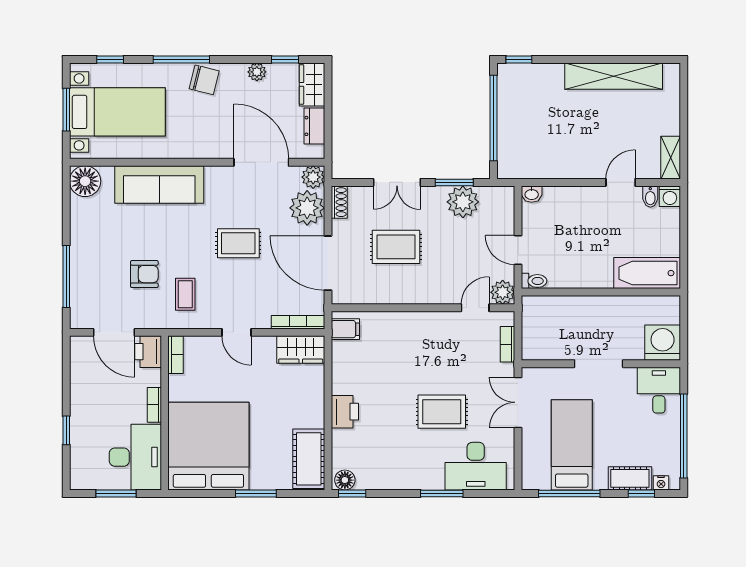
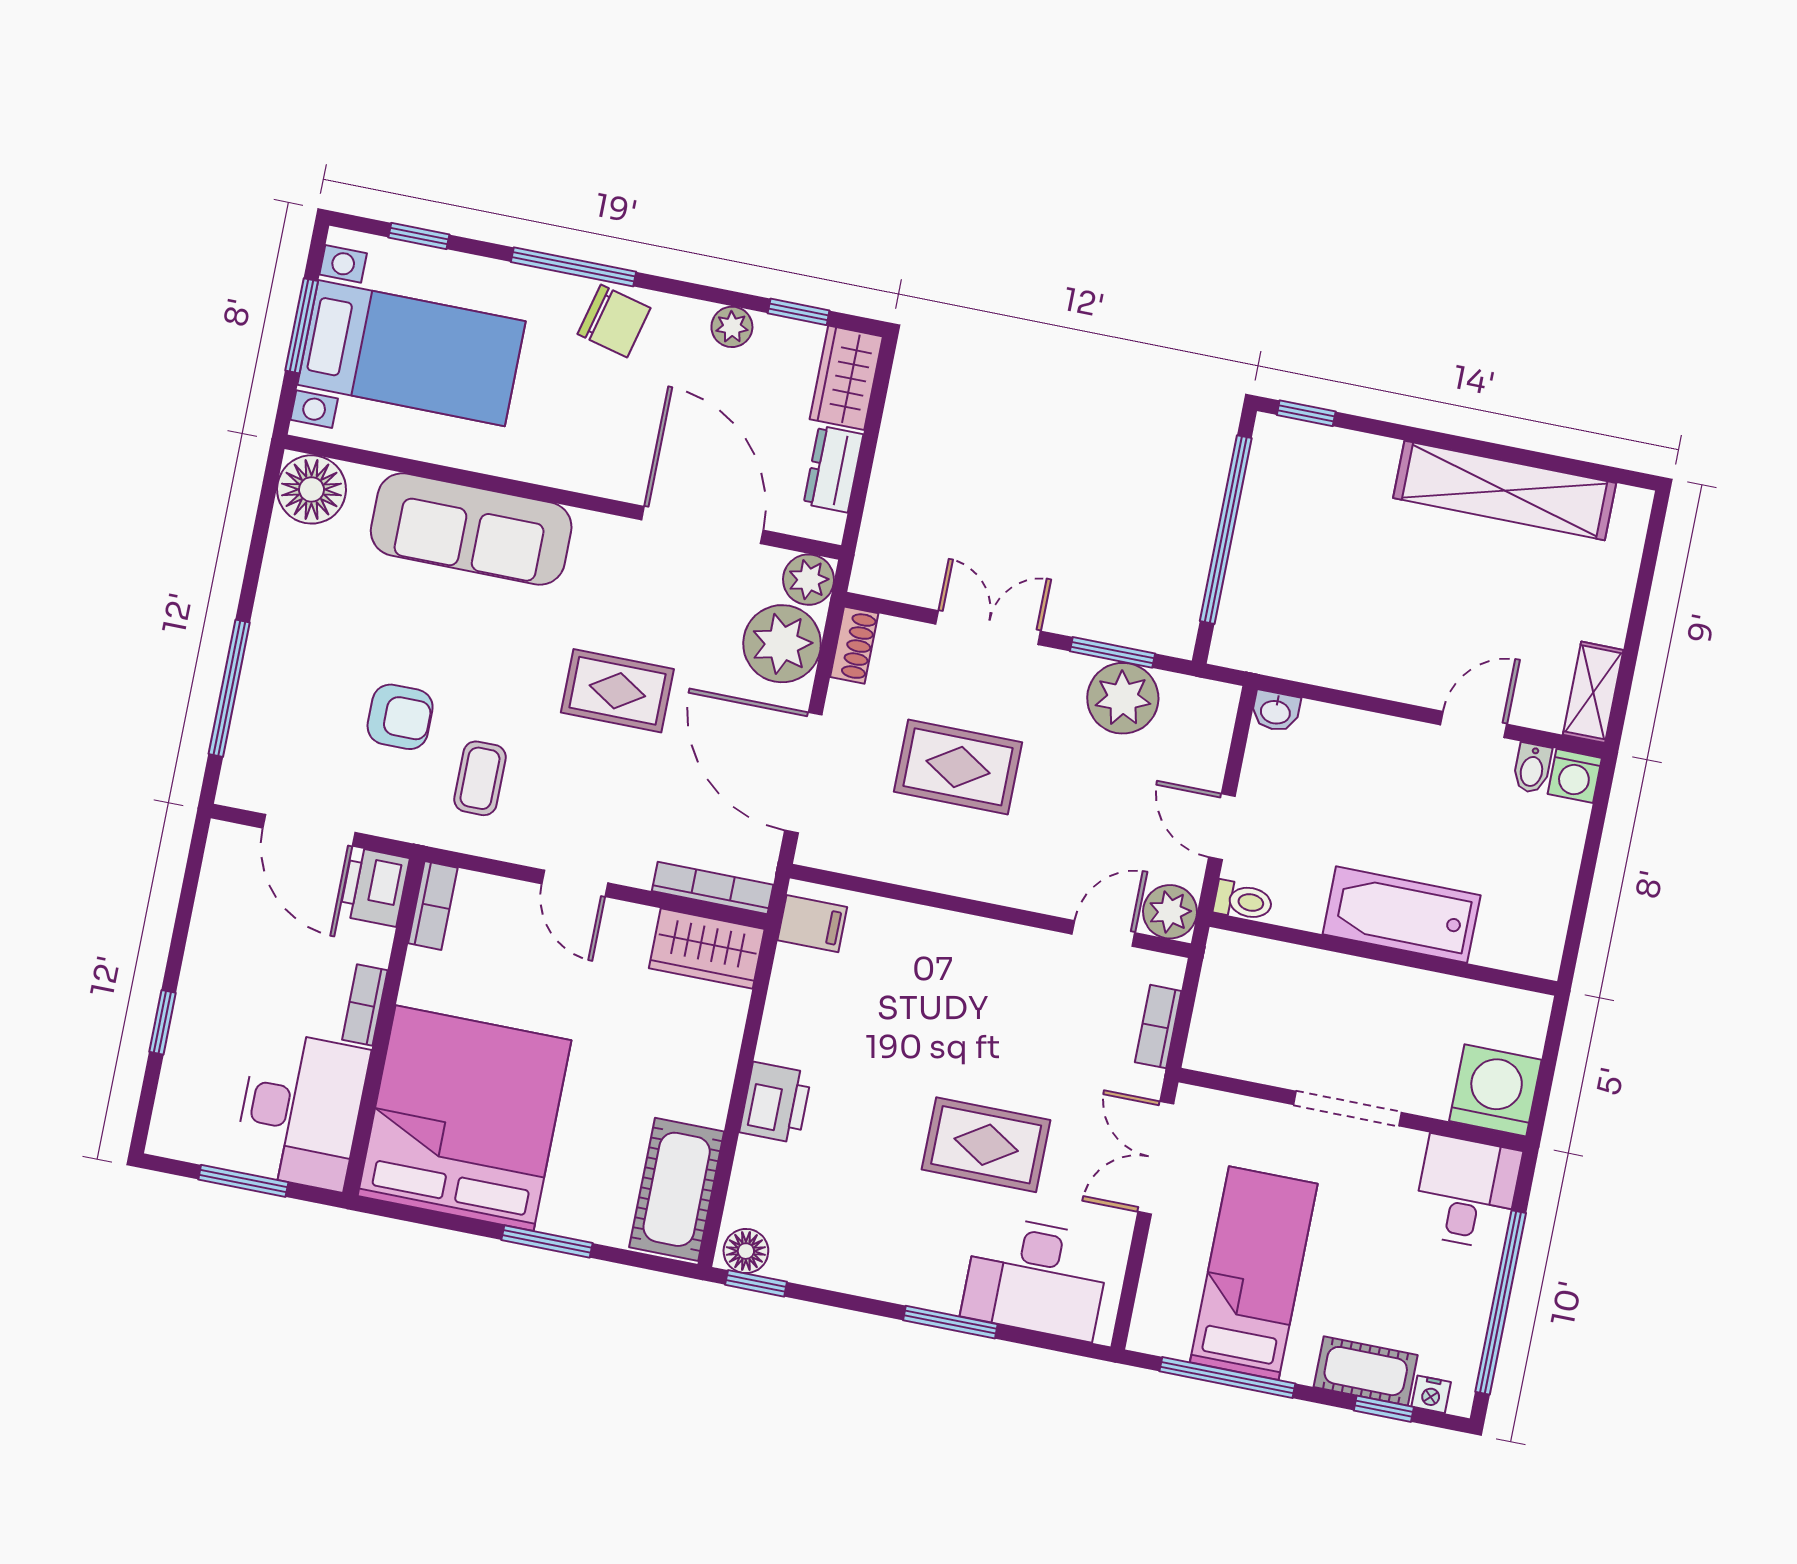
double door: (397, 182) -> (988, 628), swing flipped
bathtub: (647, 273) -> (1402, 915), moved

